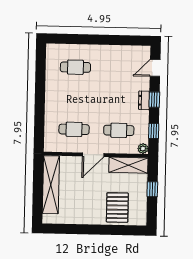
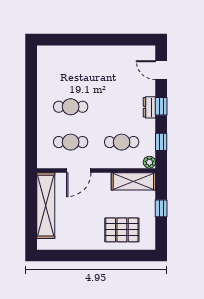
cafe table: (75, 67) -> (71, 107), moved
door: (155, 68) -> (161, 70), hinge flipped
door: (93, 155) -> (79, 170), moved
pallet: (117, 208) -> (122, 230), turned 90

